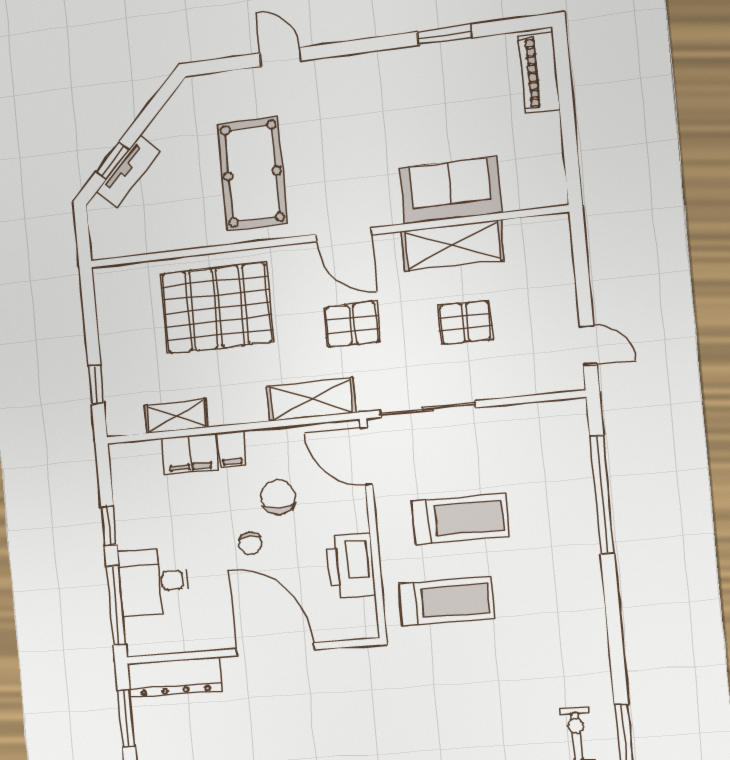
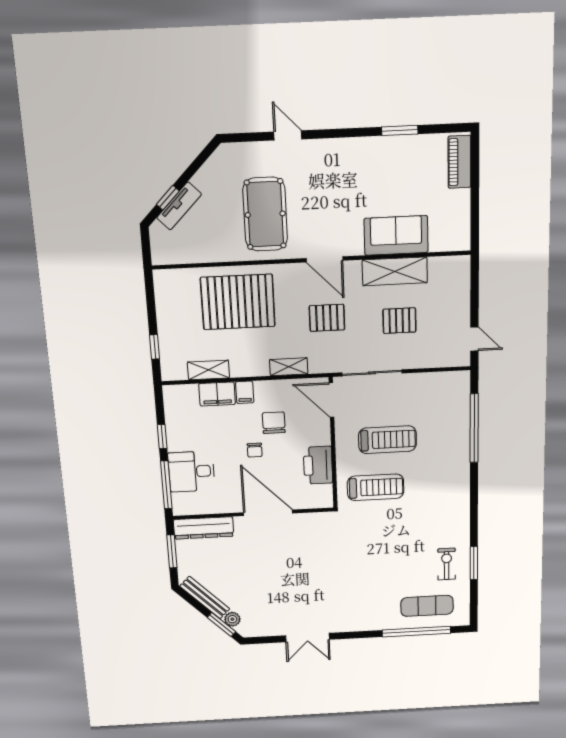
shelving: (311, 399) -> (289, 367), width x0.67, depth x0.75

